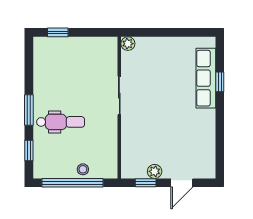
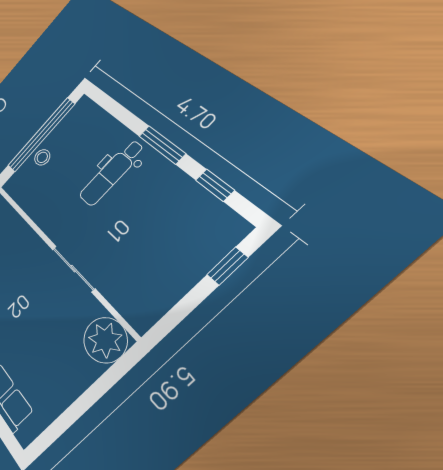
plant: (128, 44) -> (105, 340), width x1.88, depth x1.88
window: (29, 150) -> (215, 185), moved

